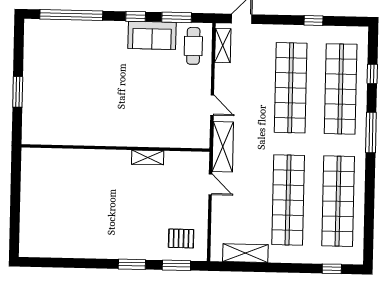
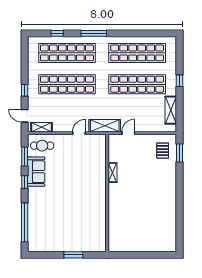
window: (314, 21) -> (25, 90), moved
window: (132, 264) -> (179, 181), removed
window: (332, 269) -> (179, 81), moved

